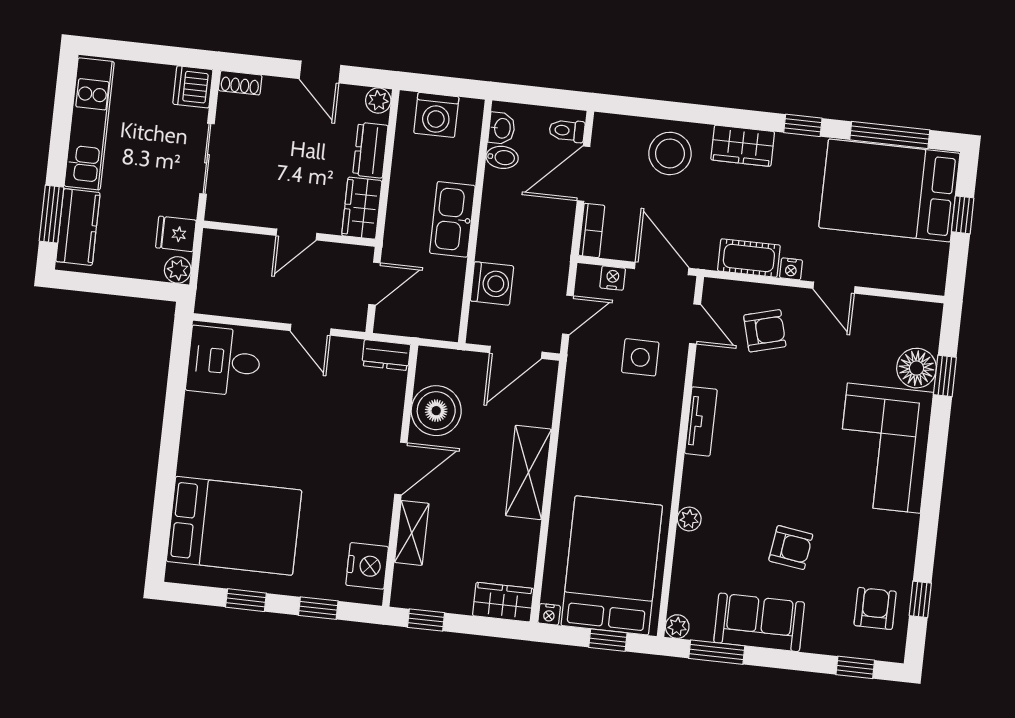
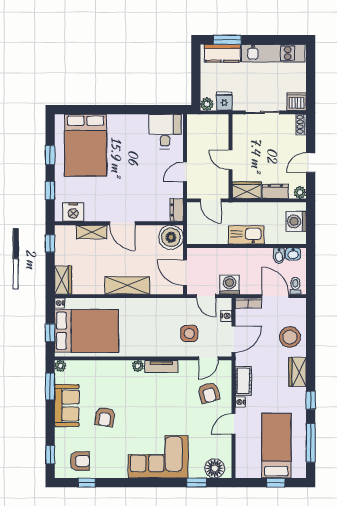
bed: (889, 191) -> (276, 446), width x0.67
washing machine: (492, 283) -> (230, 285), moved, turned 180
floor lamp: (917, 368) -> (215, 468), moved
boiler: (436, 411) -> (171, 237), moved
plant: (689, 519) -> (138, 366), moved

